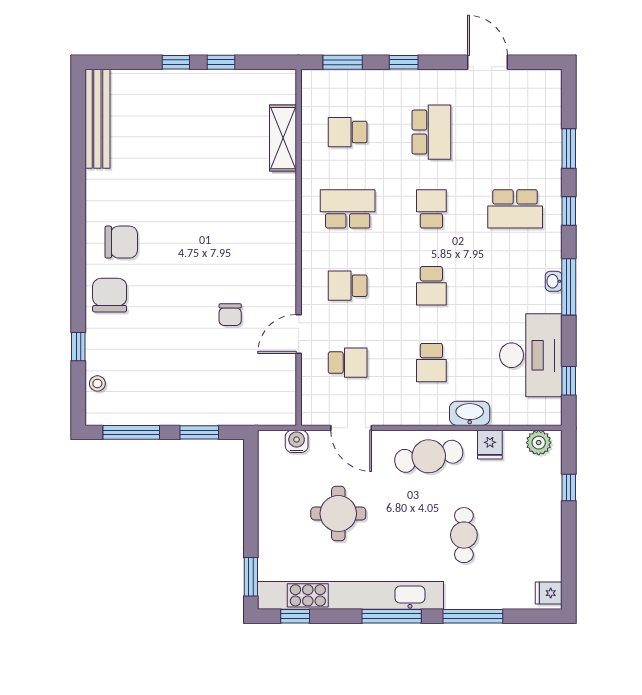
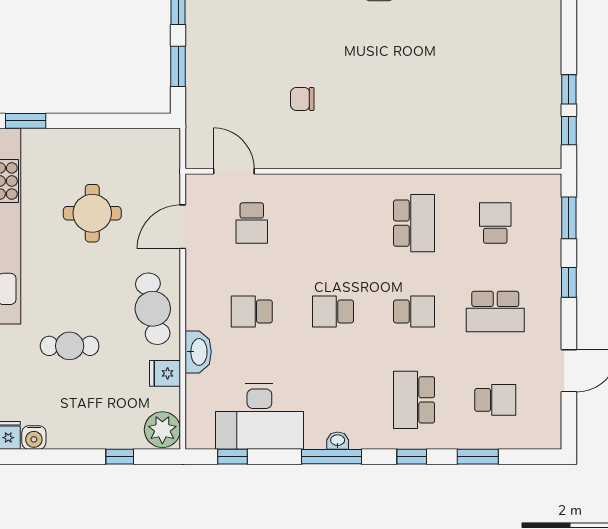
window: (176, 62) -> (569, 131), moved
shelving: (283, 138) -> (489, 155), removed
school desk: (348, 286) -> (495, 400), moved, turned 90
door: (299, 334) -> (234, 171), moved
water cooler: (297, 441) -> (34, 437), moved, turned 90
plant: (539, 443) -> (162, 430), width x1.36, depth x1.36

